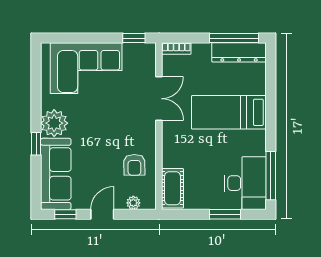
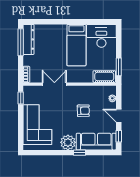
bed: (229, 112) -> (76, 45), moved
armchair: (134, 165) -> (83, 111), moved
window: (271, 176) -> (97, 22), removed
window: (225, 214) -> (119, 67), moved

